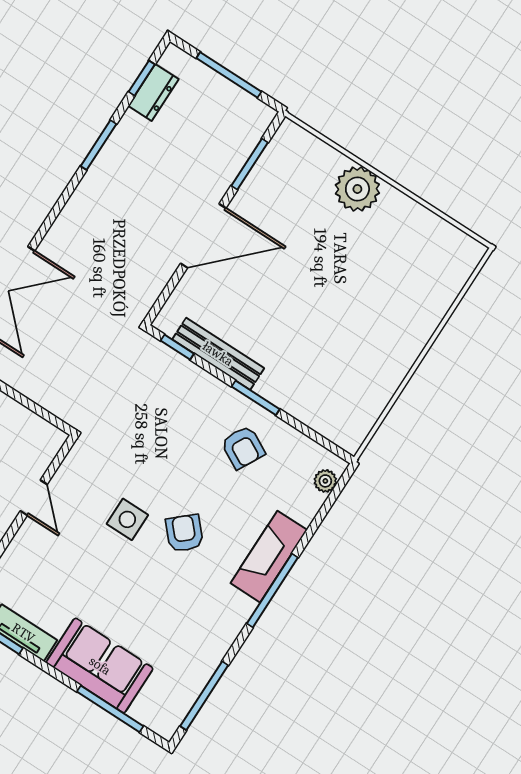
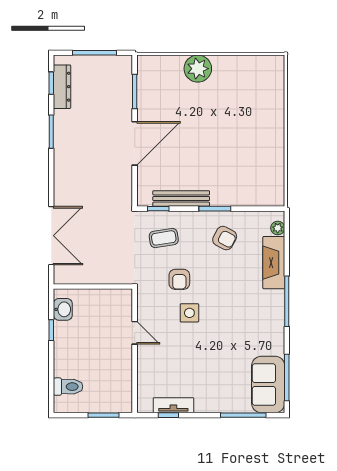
dresser: (153, 92) -> (62, 87), width x1.44
coffee table: (159, 393) -> (164, 238), added
armchair: (184, 533) -> (179, 279), moved, turned -138
fireplace: (269, 557) -> (274, 263), moved
sofa: (100, 666) -> (268, 385), moved, turned -90

